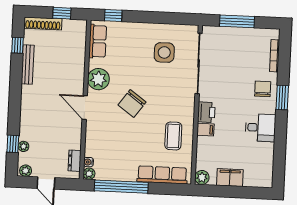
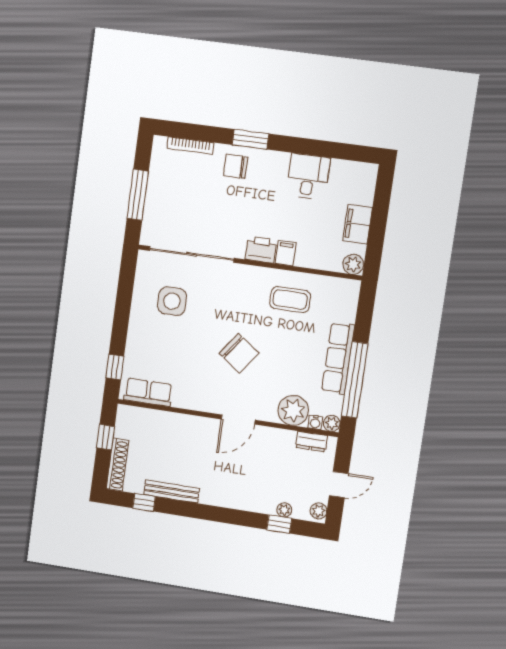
plant: (98, 79) -> (293, 410), moved
desk: (260, 128) -> (308, 177), moved
row of seats: (162, 175) -> (338, 358), moved

